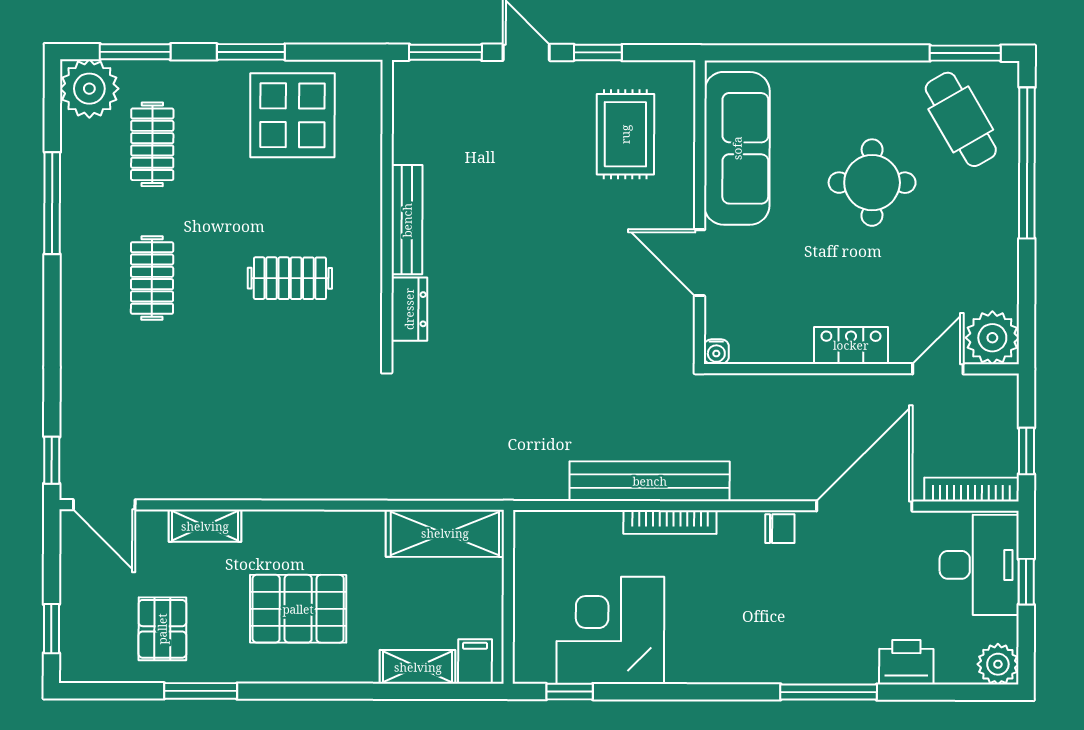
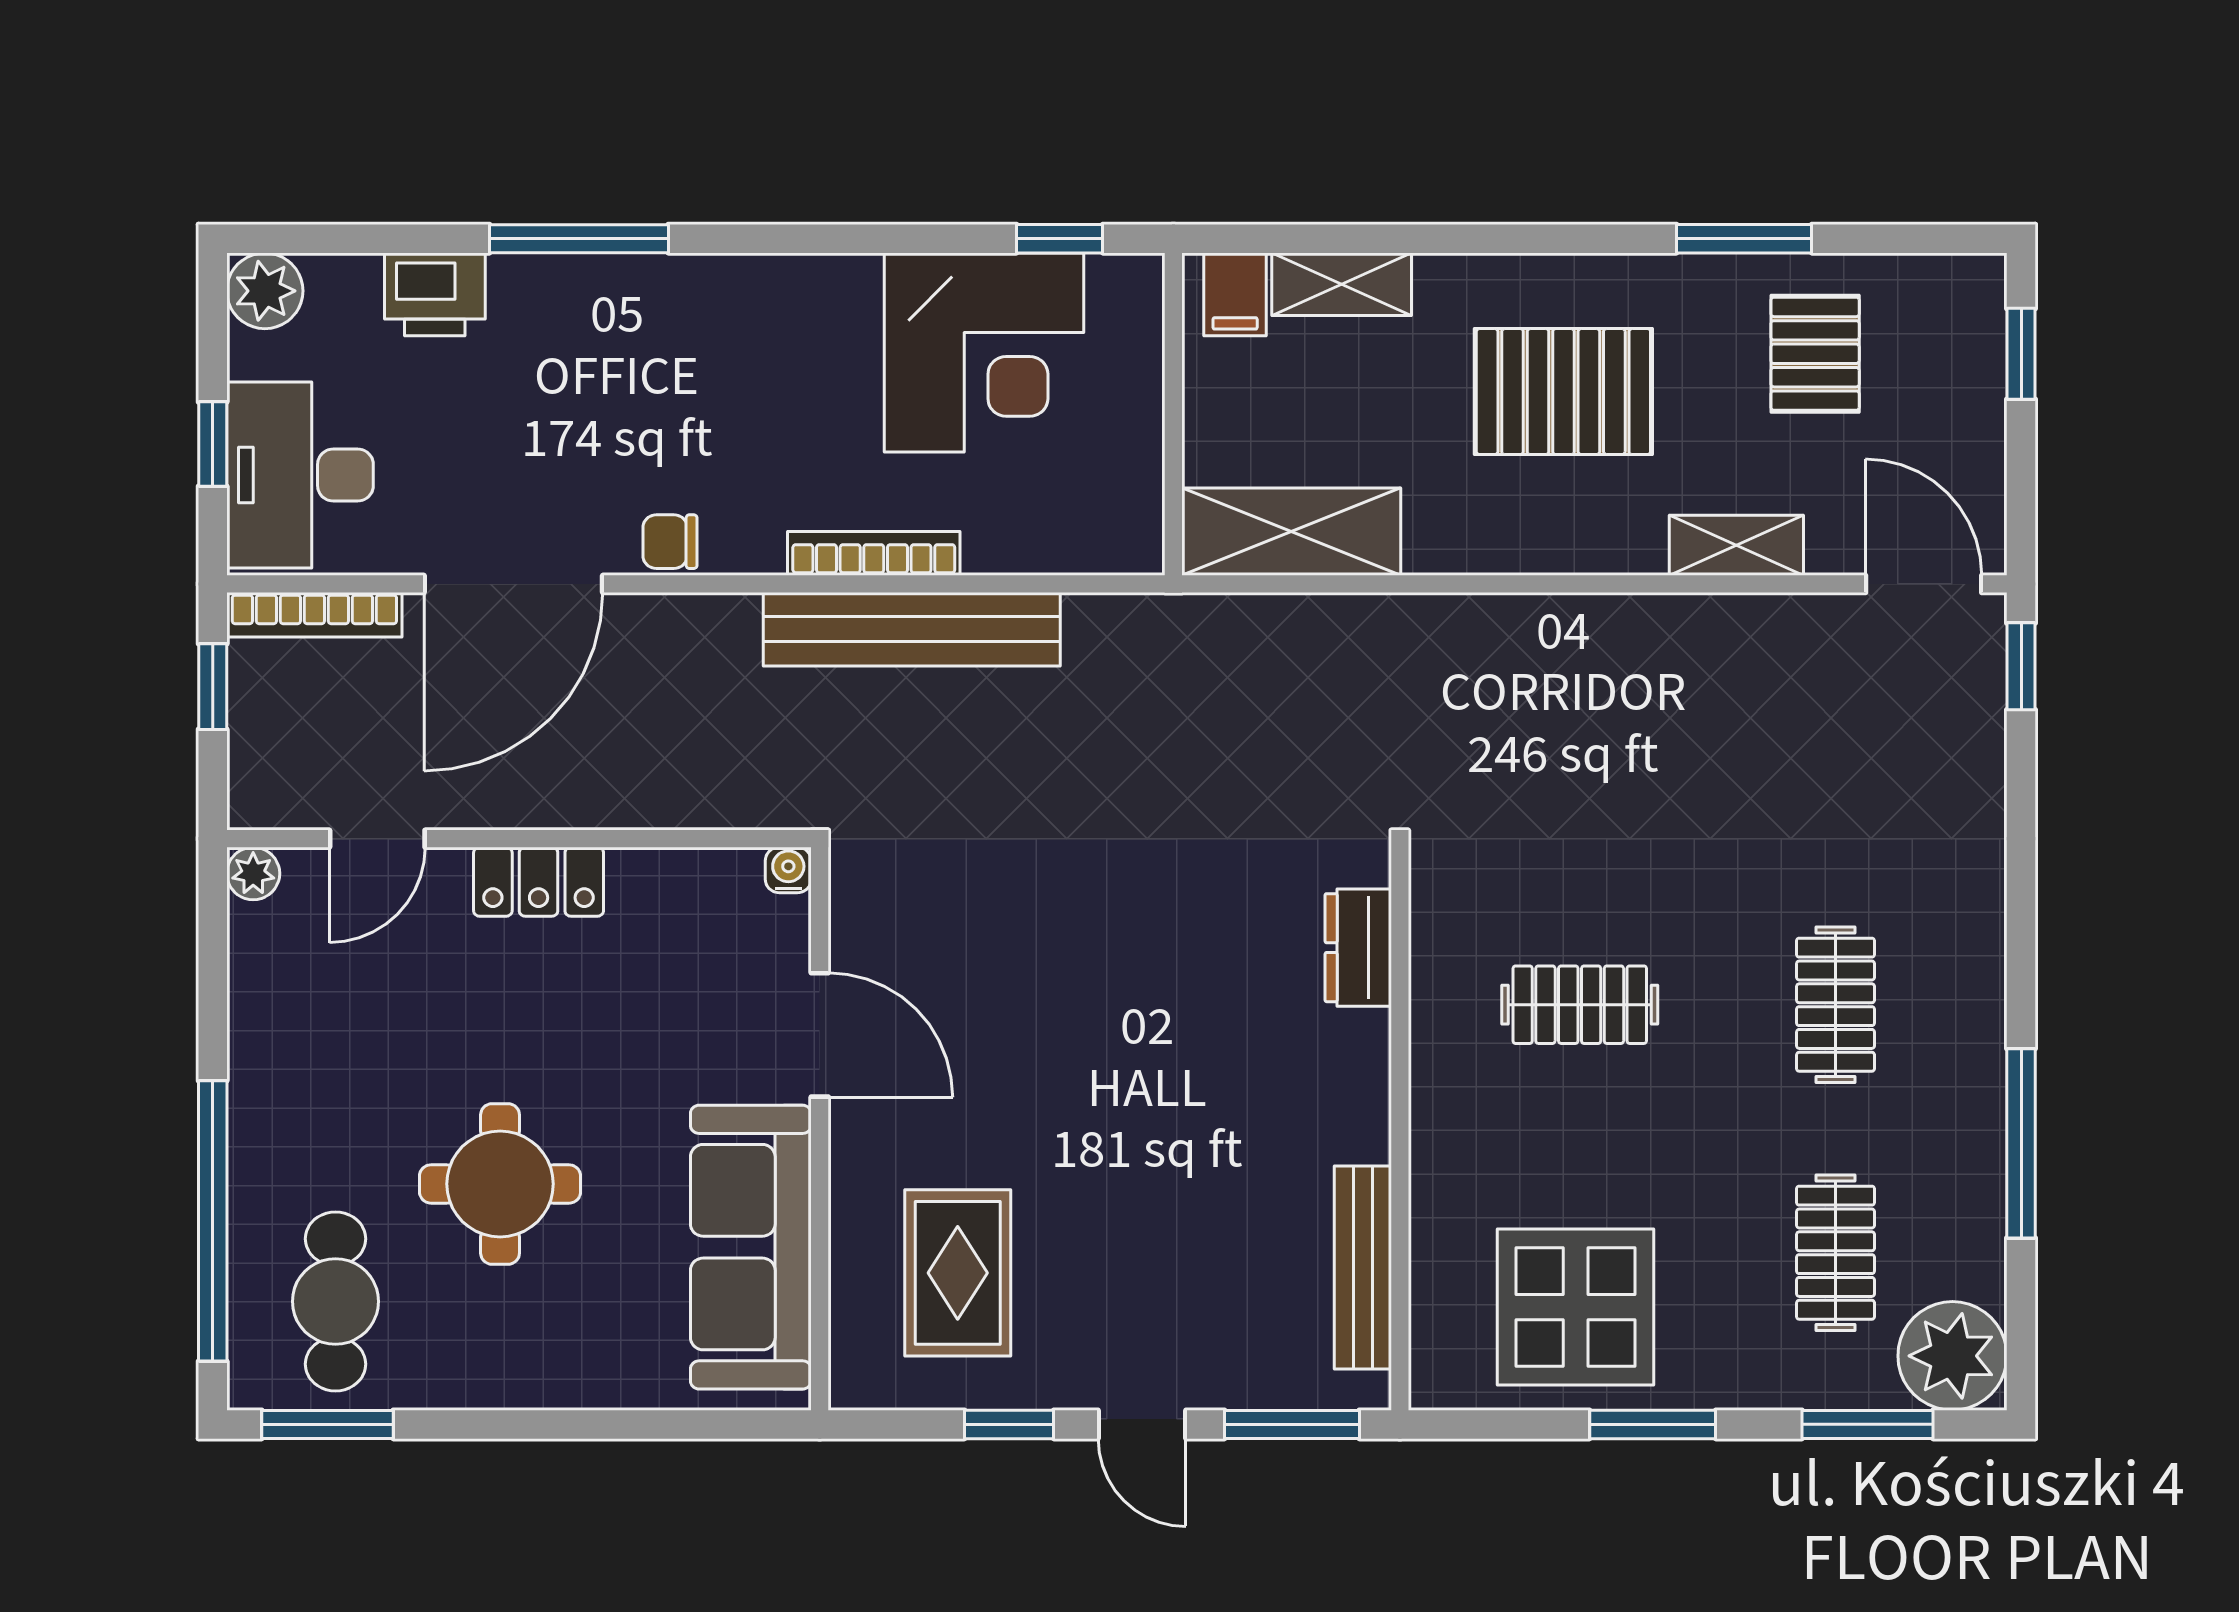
cafe table: (961, 119) -> (335, 1301), turned 30
bench: (407, 220) -> (1363, 1267), moved
plant: (992, 338) -> (253, 873), width x0.53, depth x0.53

